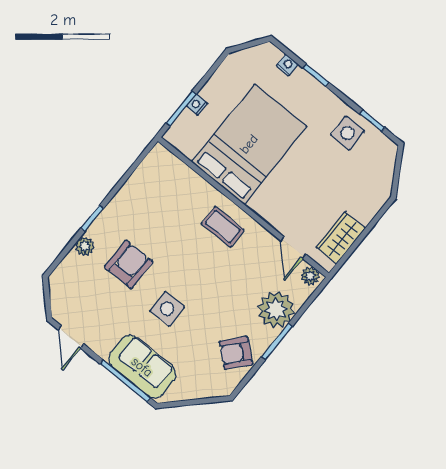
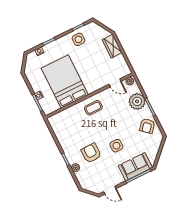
wardrobe: (341, 238) -> (112, 46), moved

